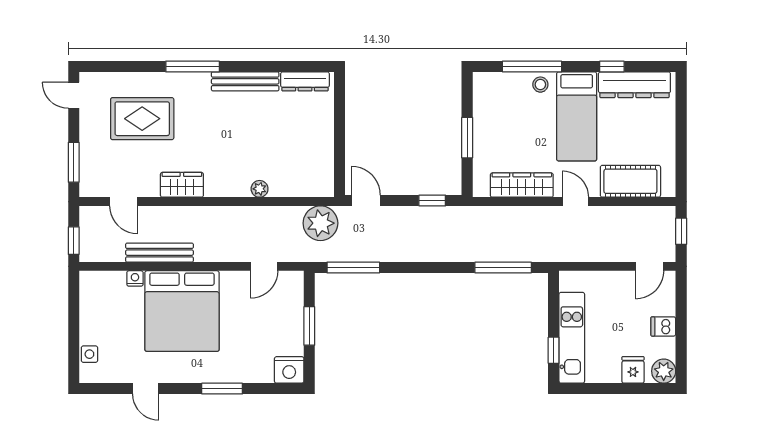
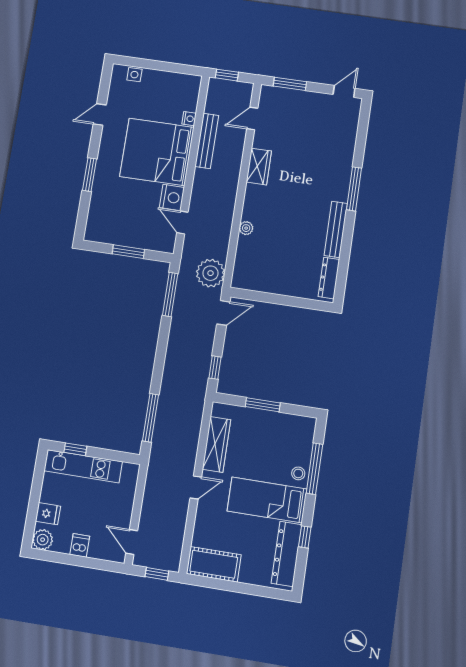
rug: (142, 119) -> (317, 143), removed
cot: (630, 181) -> (214, 564), moved, turned 90
nightstand: (289, 370) -> (172, 198), moved, turned 180

